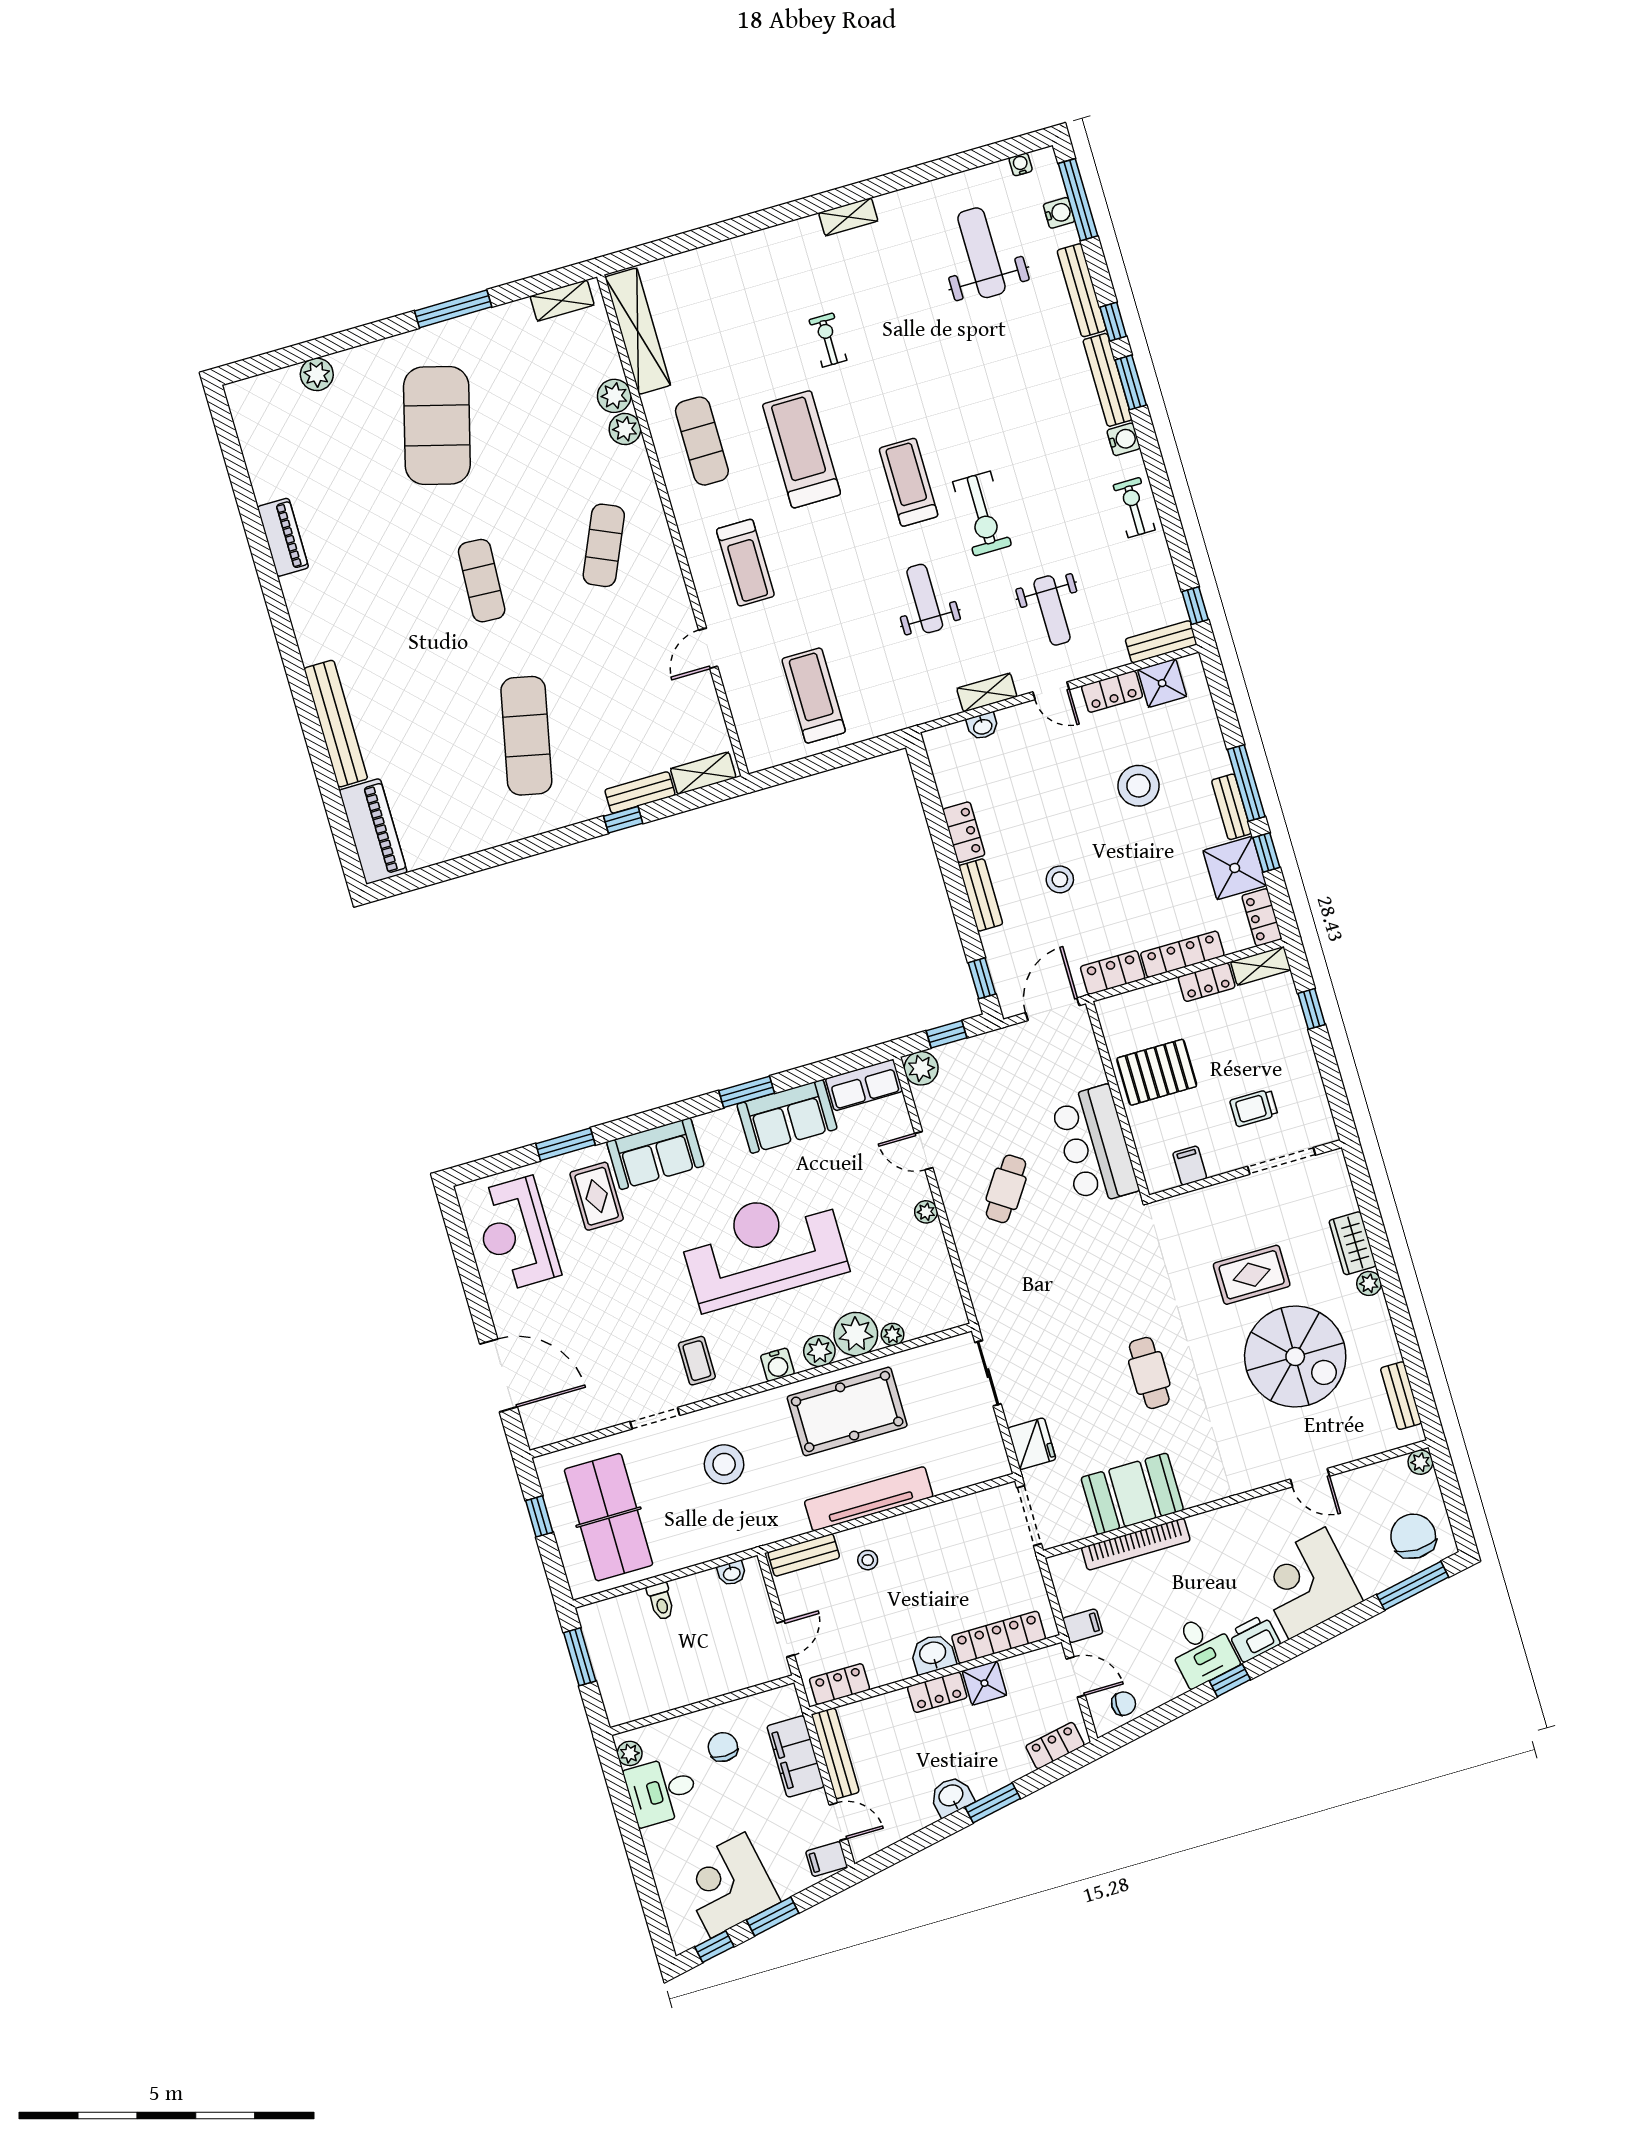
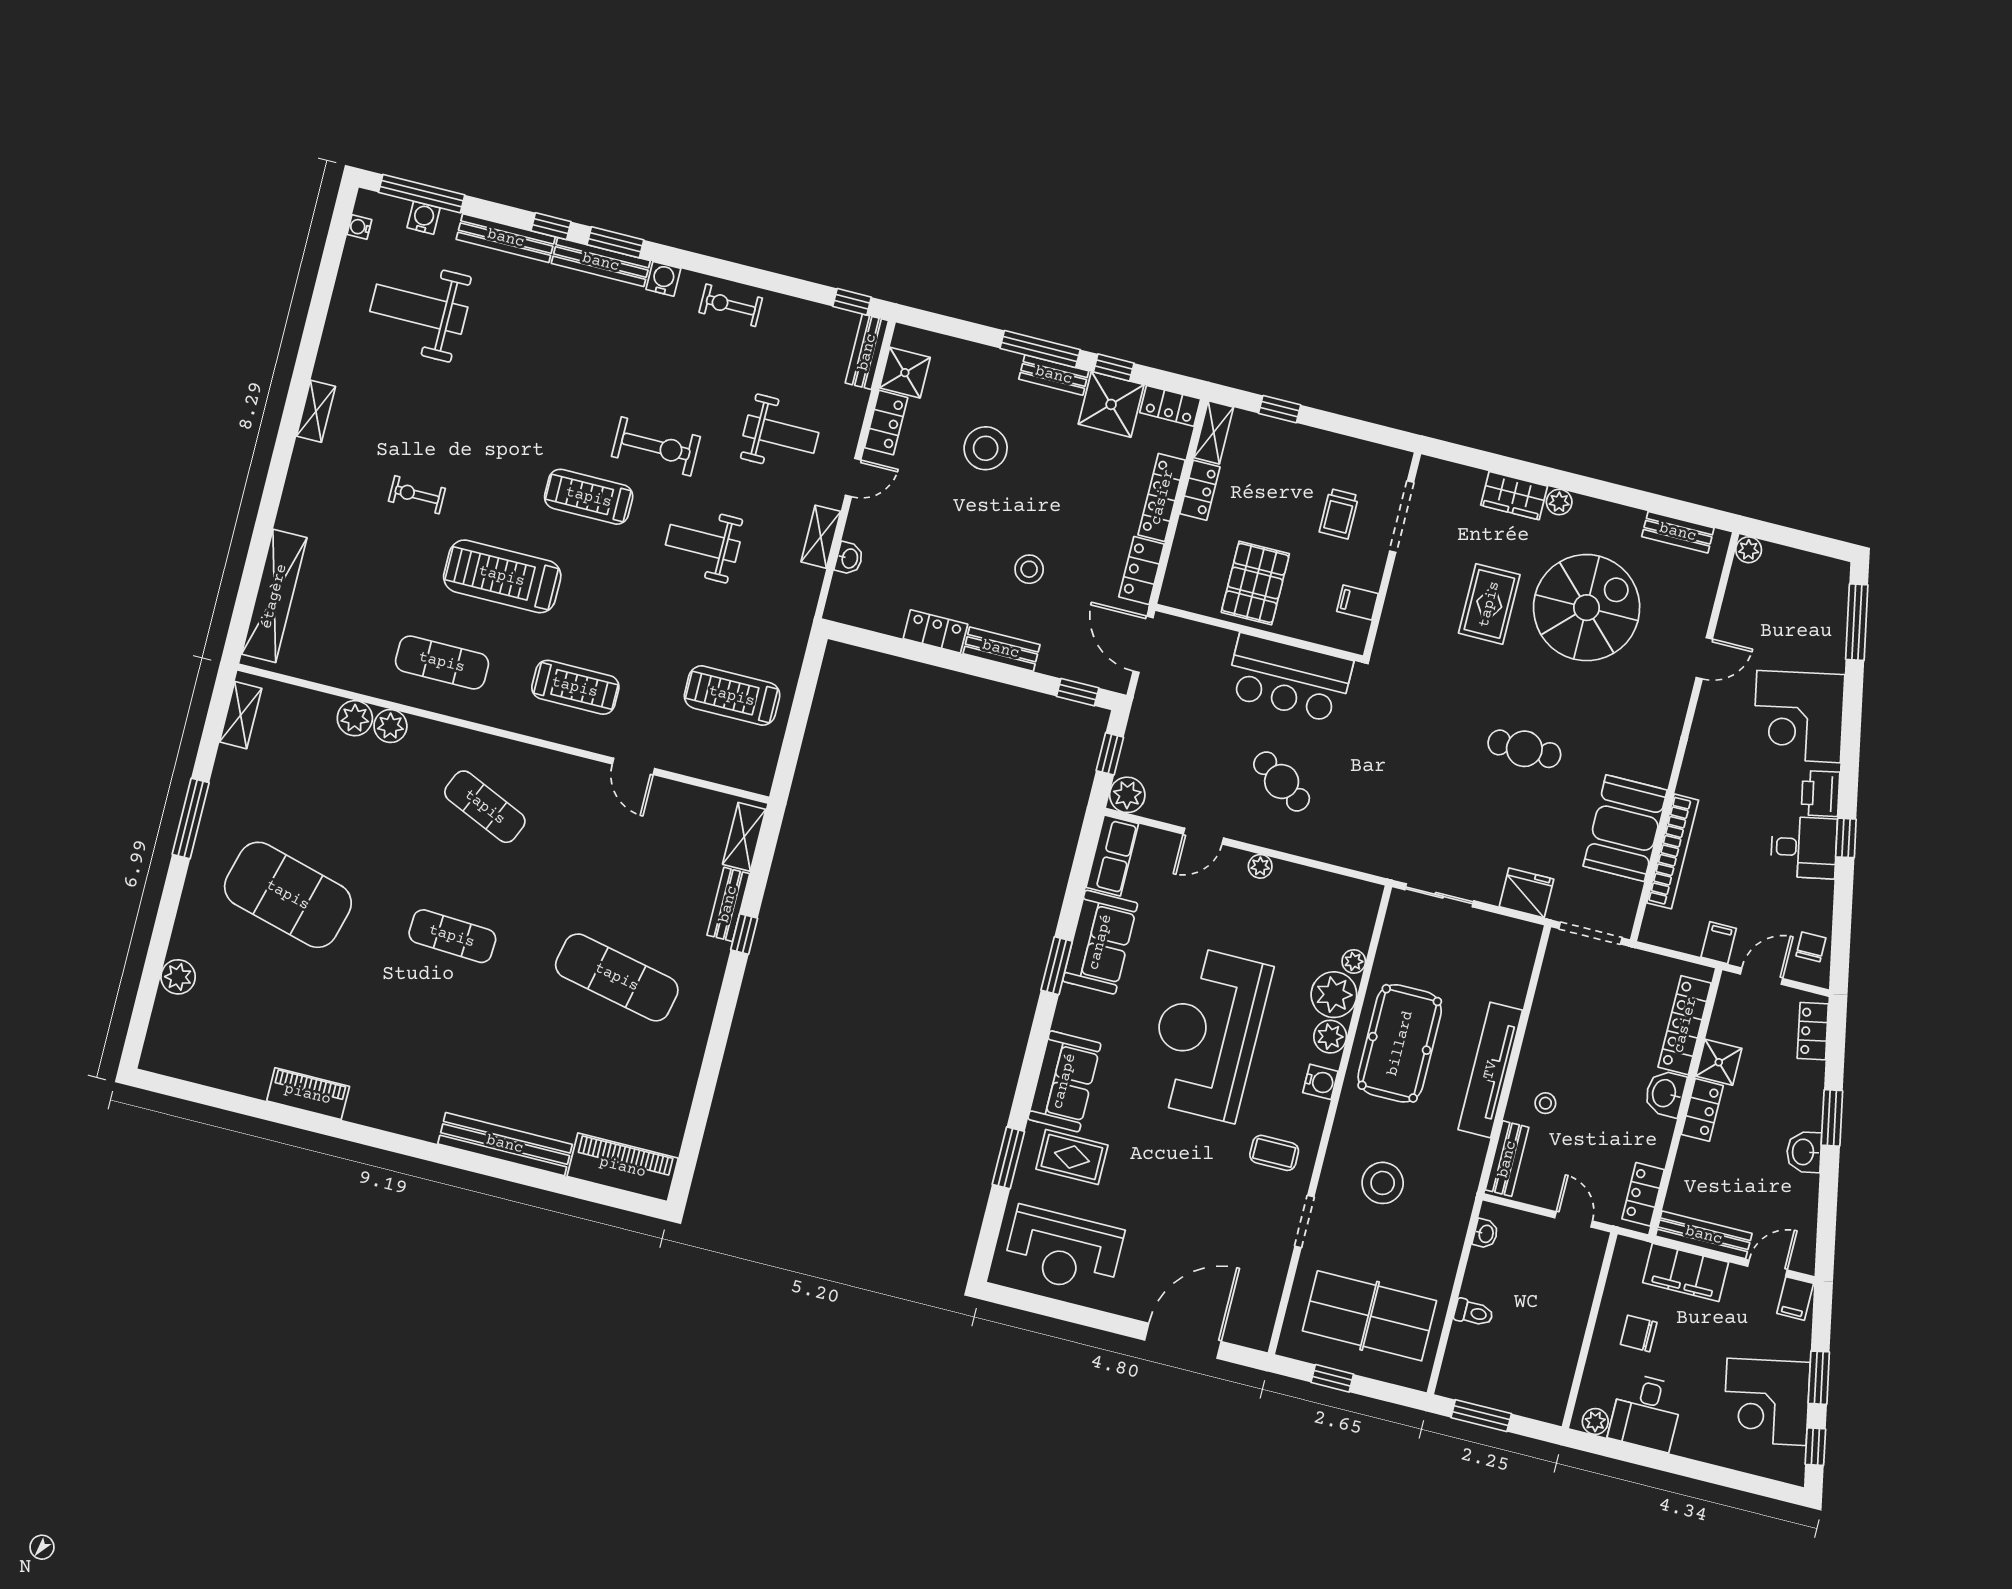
shelving: (638, 331) -> (274, 596), moved, turned 90
chair: (1413, 1536) -> (1812, 595), removed

